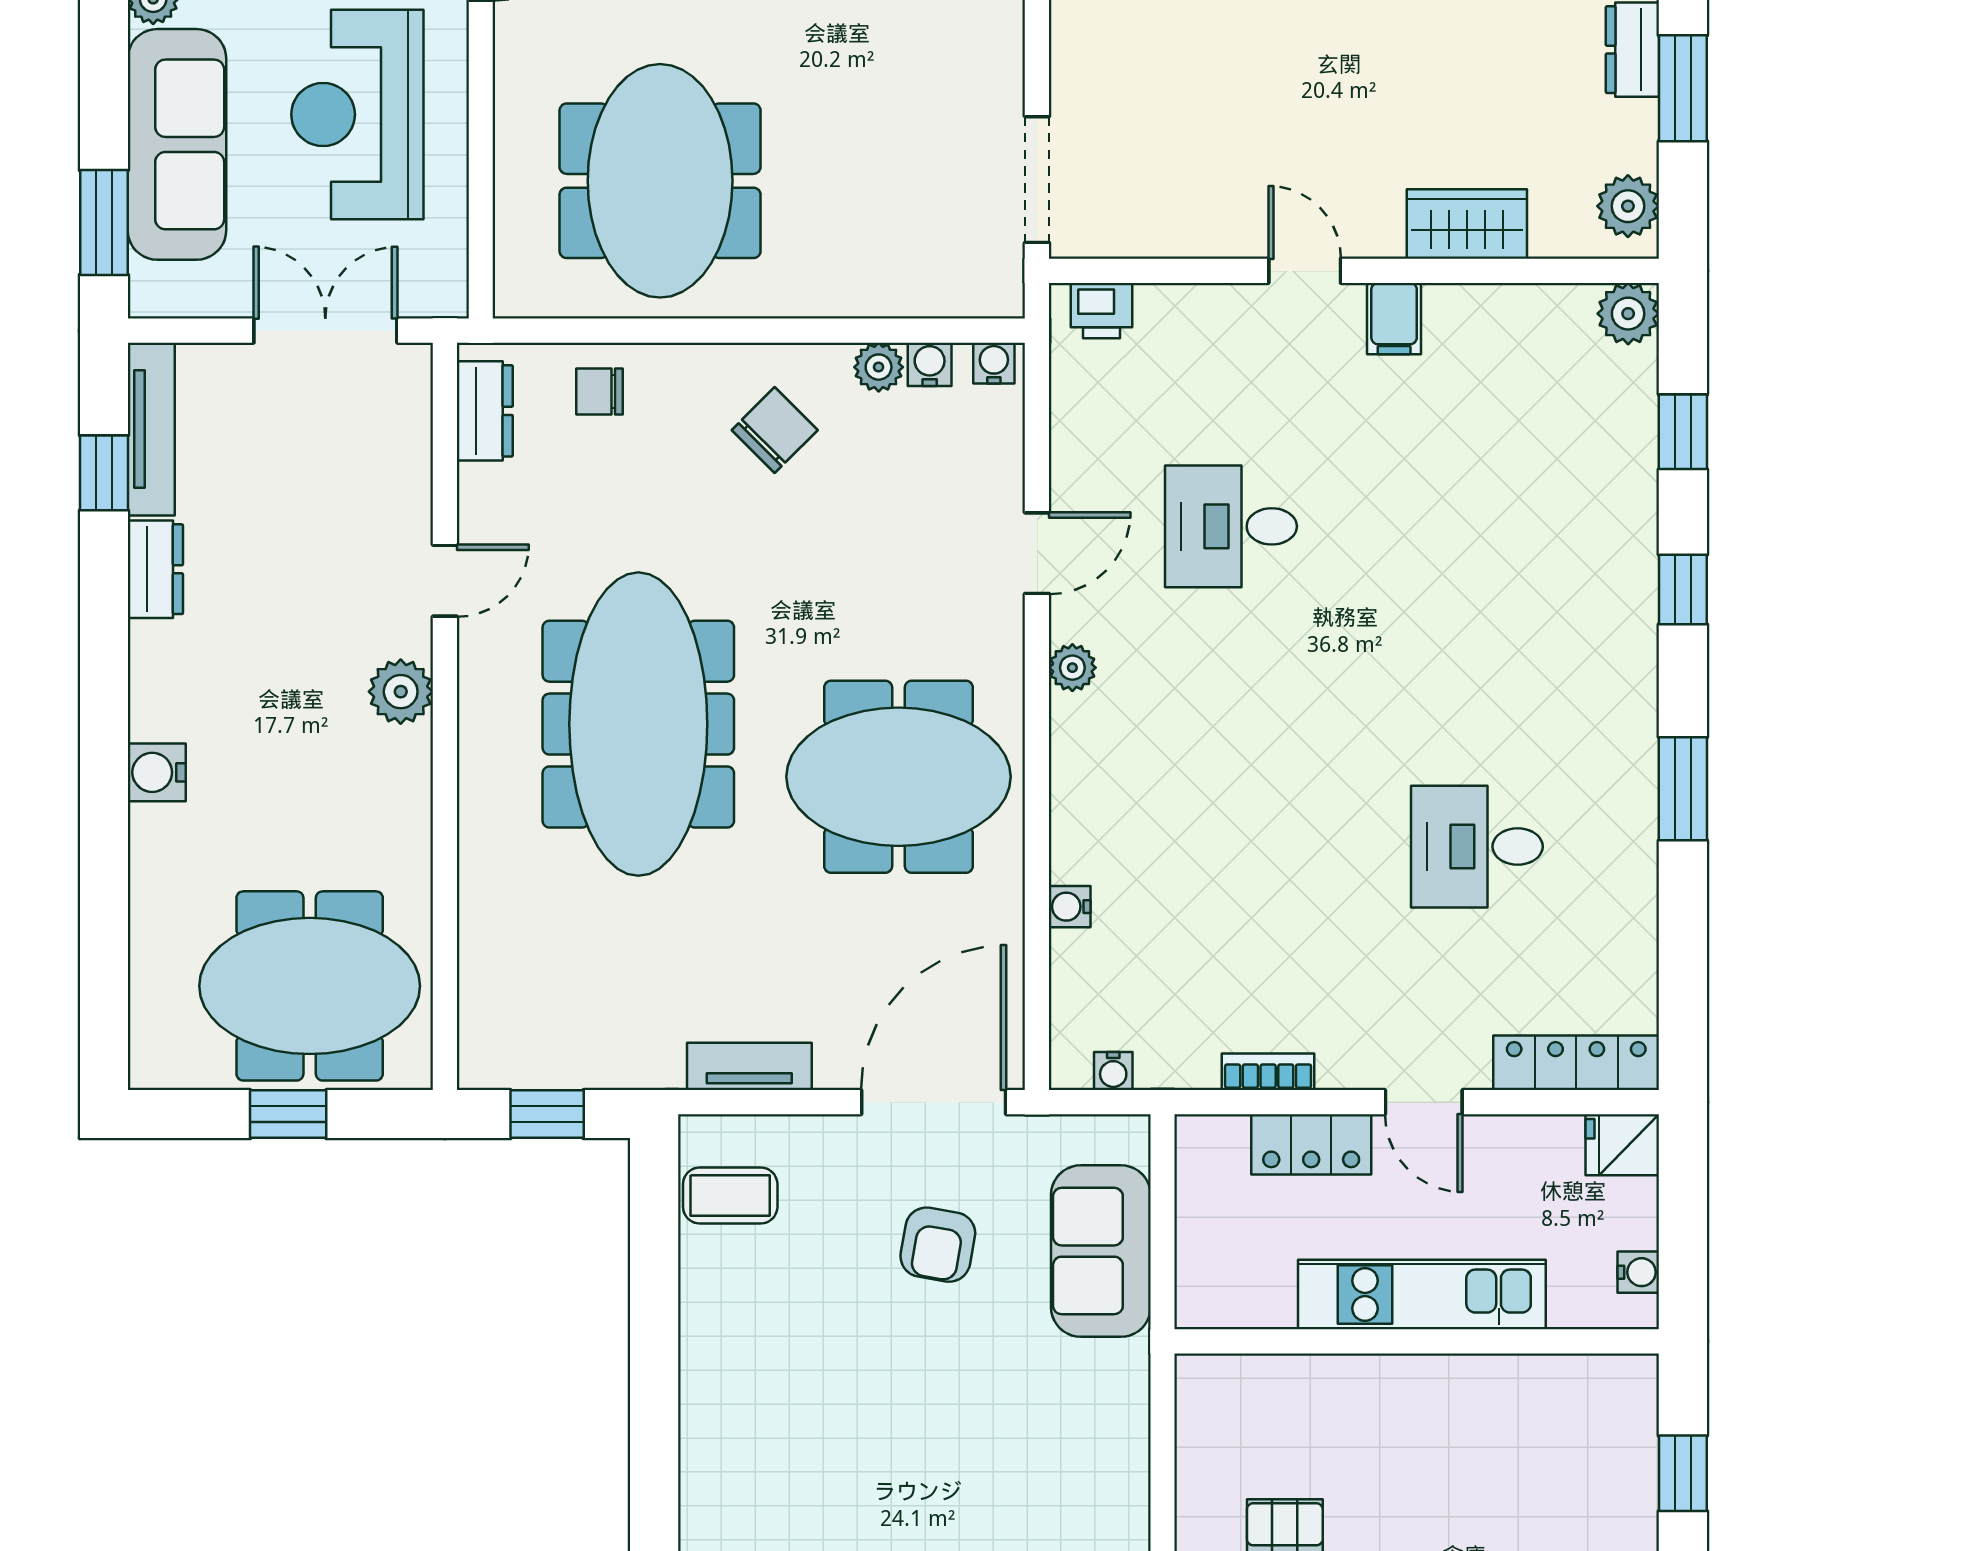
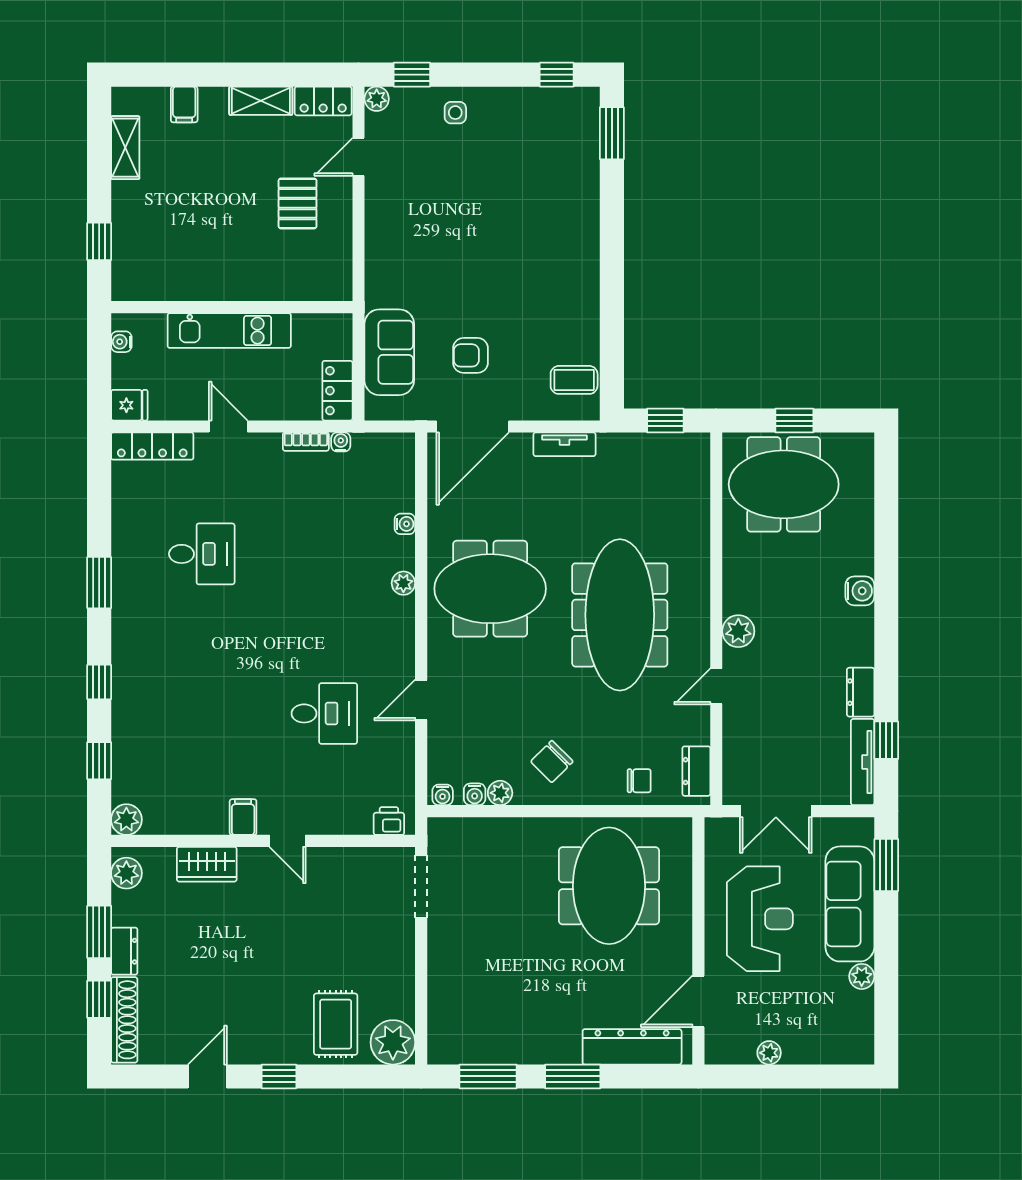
plant: (1072, 668) -> (403, 583), moved
water cooler: (1113, 1071) -> (341, 442), moved
locker: (1311, 1144) -> (337, 391), moved, turned -90
armchair: (938, 1245) -> (471, 355), turned -100

